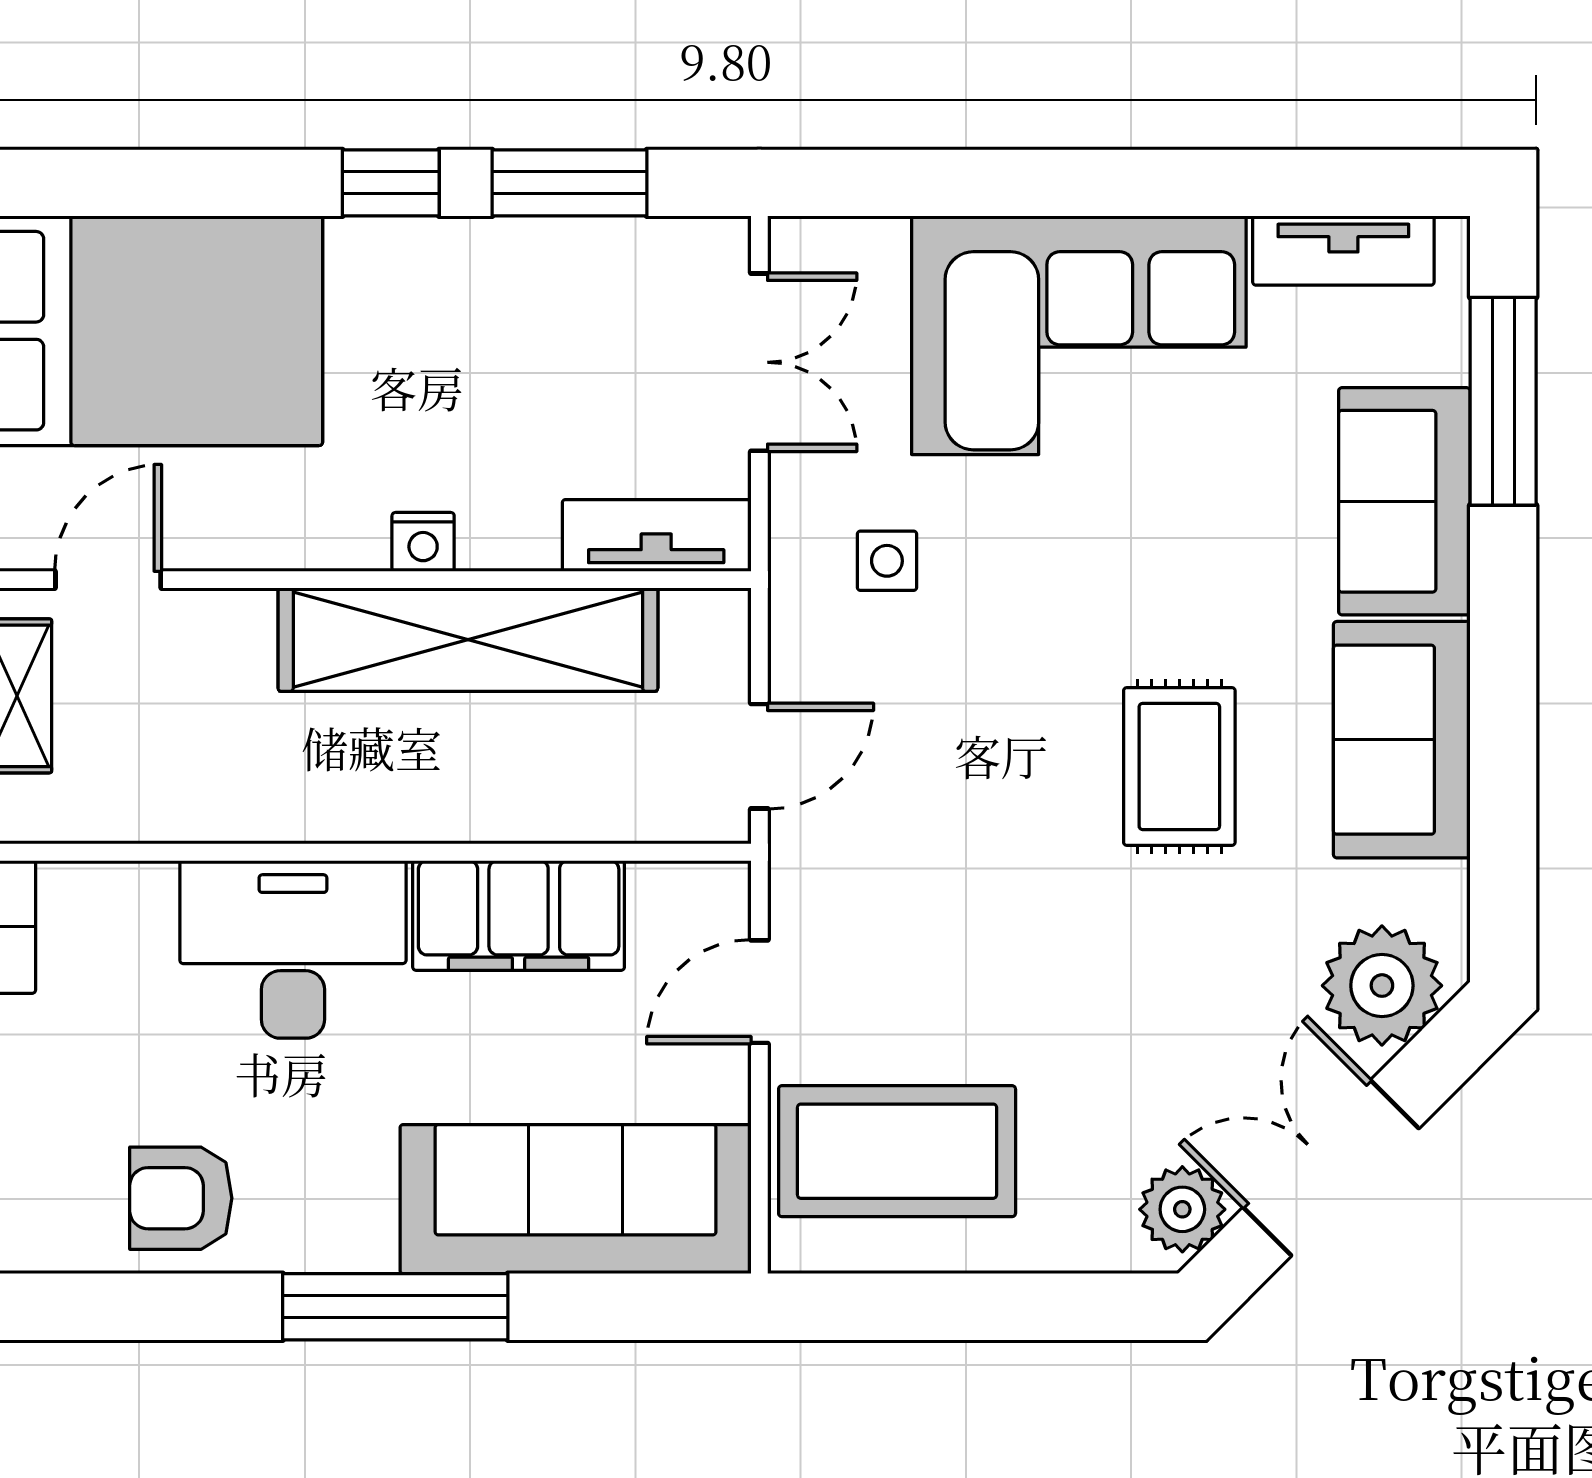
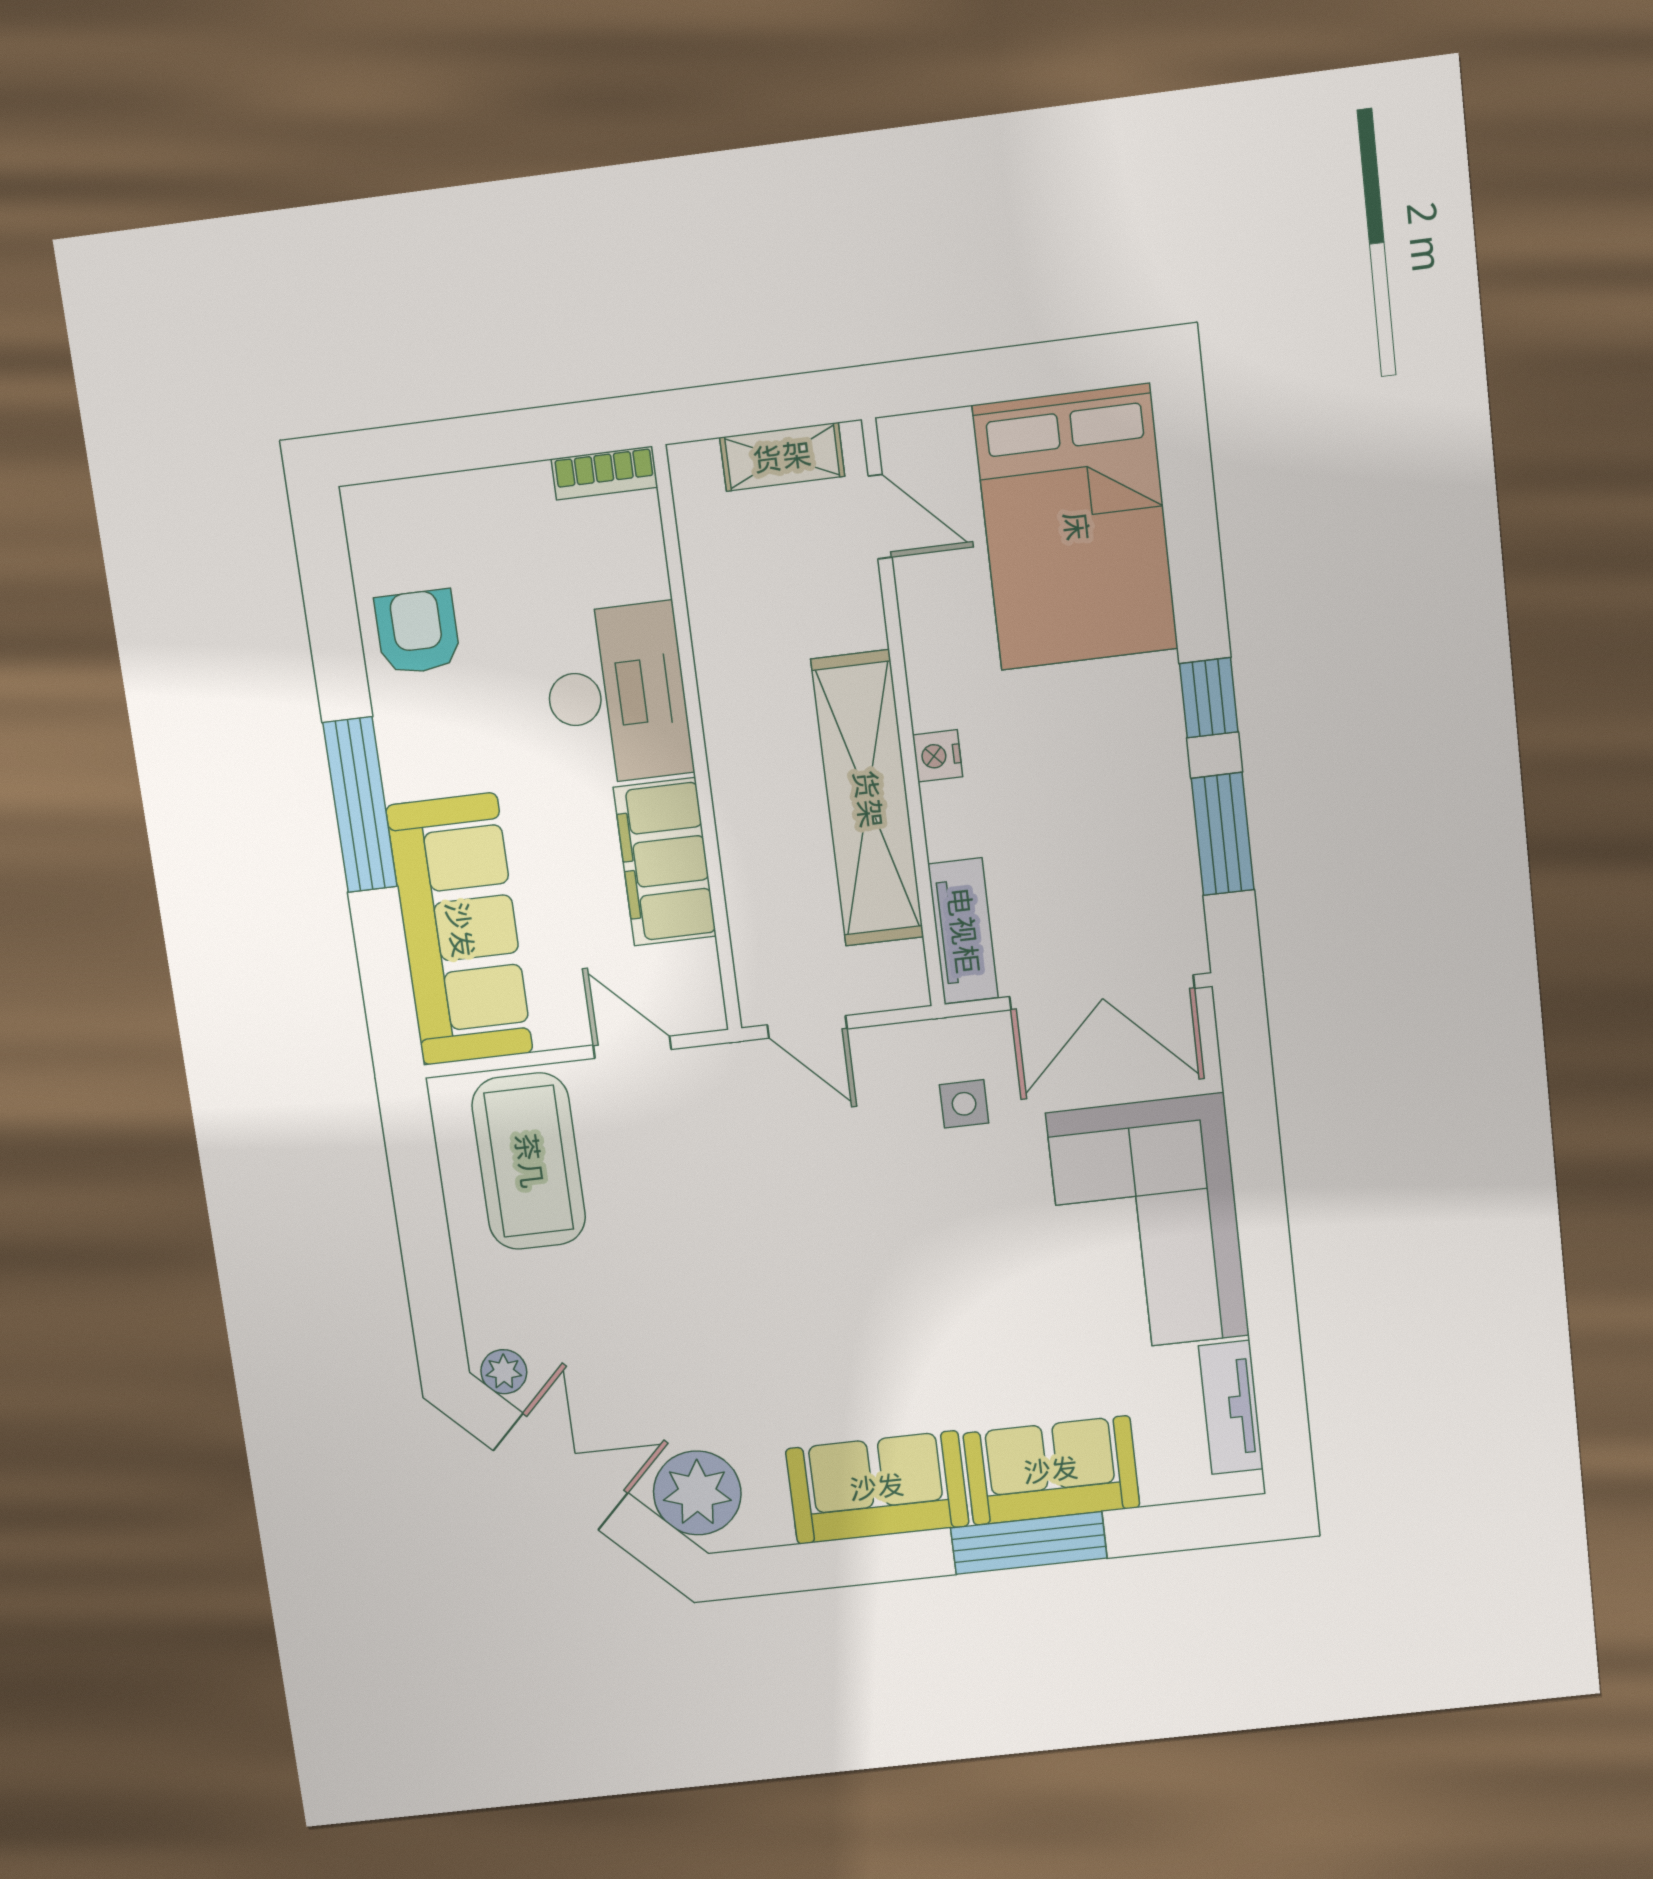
double door: (759, 362) -> (1102, 992), width x1.37
window: (1503, 401) -> (1029, 1543), moved
rug: (1179, 766) -> (838, 1332), removed
plant: (1182, 1209) -> (504, 1372), width x0.73, depth x0.73

